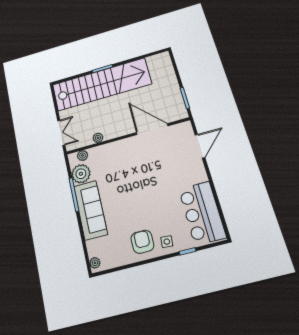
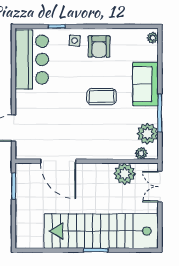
plant: (98, 138) -> (125, 174), width x1.87, depth x1.87
coffee table: (129, 195) -> (102, 97), added
sofa: (90, 210) -> (145, 84), width x0.73

